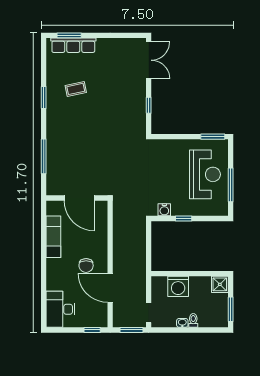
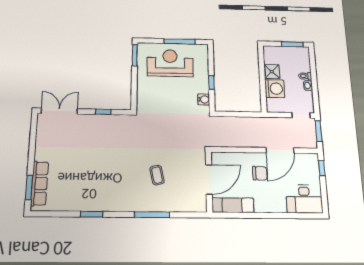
coffee table: (76, 89) -> (157, 175), moved
wall: (77, 198) -> (209, 182), moved
door: (79, 198) -> (209, 179), moved
shower: (220, 284) -> (272, 72), moved

